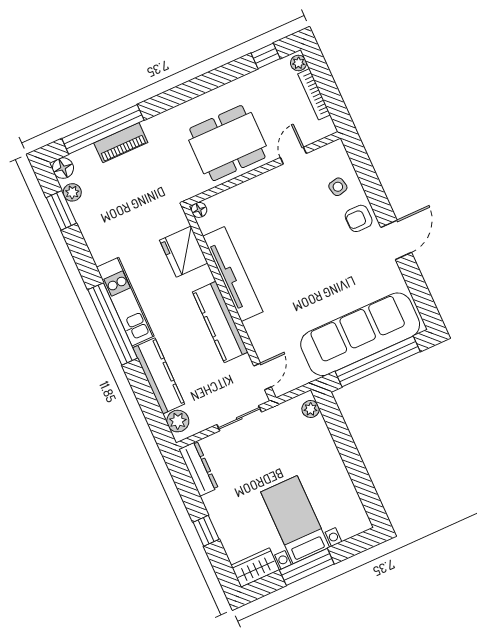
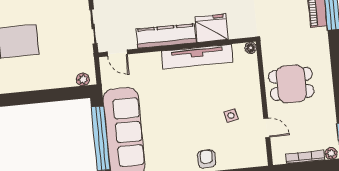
dining table: (227, 143) -> (291, 84), width x0.73
side table: (338, 187) -> (231, 115), moved
fridge: (184, 252) -> (211, 28), moved

